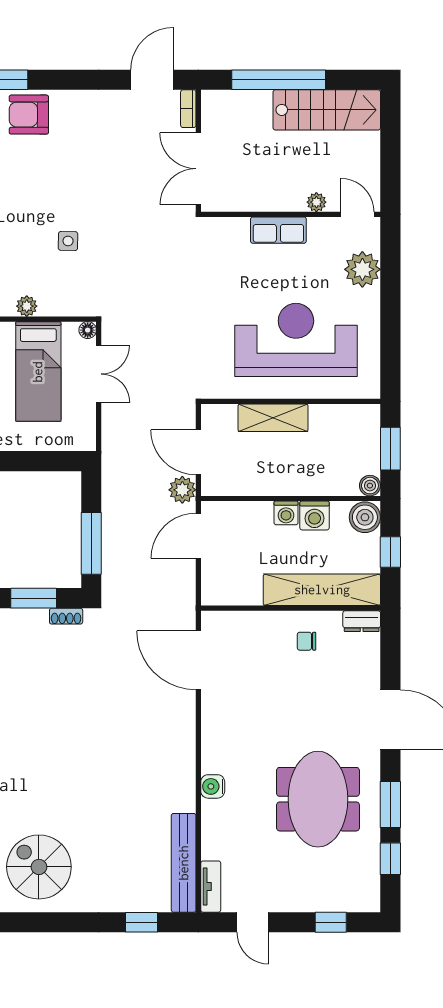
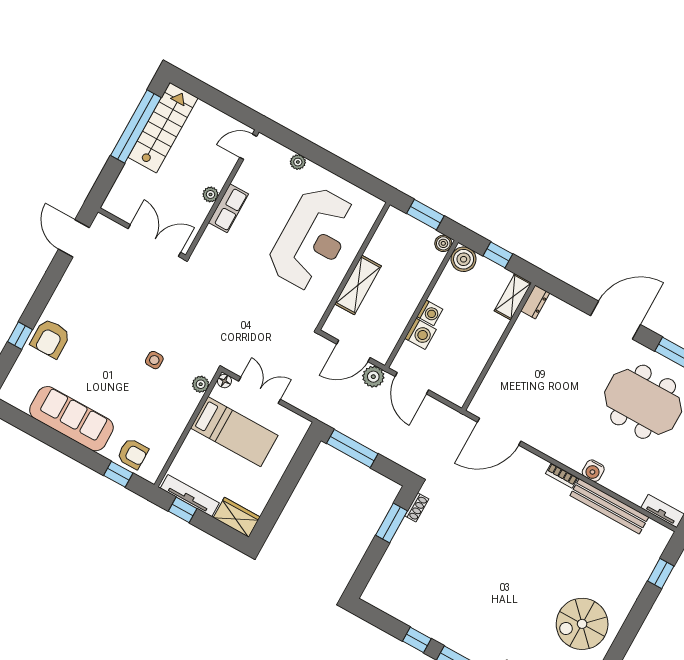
window: (279, 80) -> (136, 127), moved
bookcase: (188, 109) -> (562, 476), moved
double door: (198, 169) -> (154, 241), swing flipped
plant: (316, 202) -> (210, 194), moved
plant: (362, 269) -> (298, 162), width x0.53, depth x0.53
plant: (27, 306) -> (201, 384), moved
reception desk: (296, 340) -> (312, 239), turned 180
washing machine: (315, 516) -> (421, 334), moved
window: (91, 543) -> (352, 449), moved
shelving: (322, 590) -> (513, 297), width x0.45, depth x0.75
chair: (307, 641) -> (528, 348), removed
bench: (184, 863) -> (609, 506), moved

